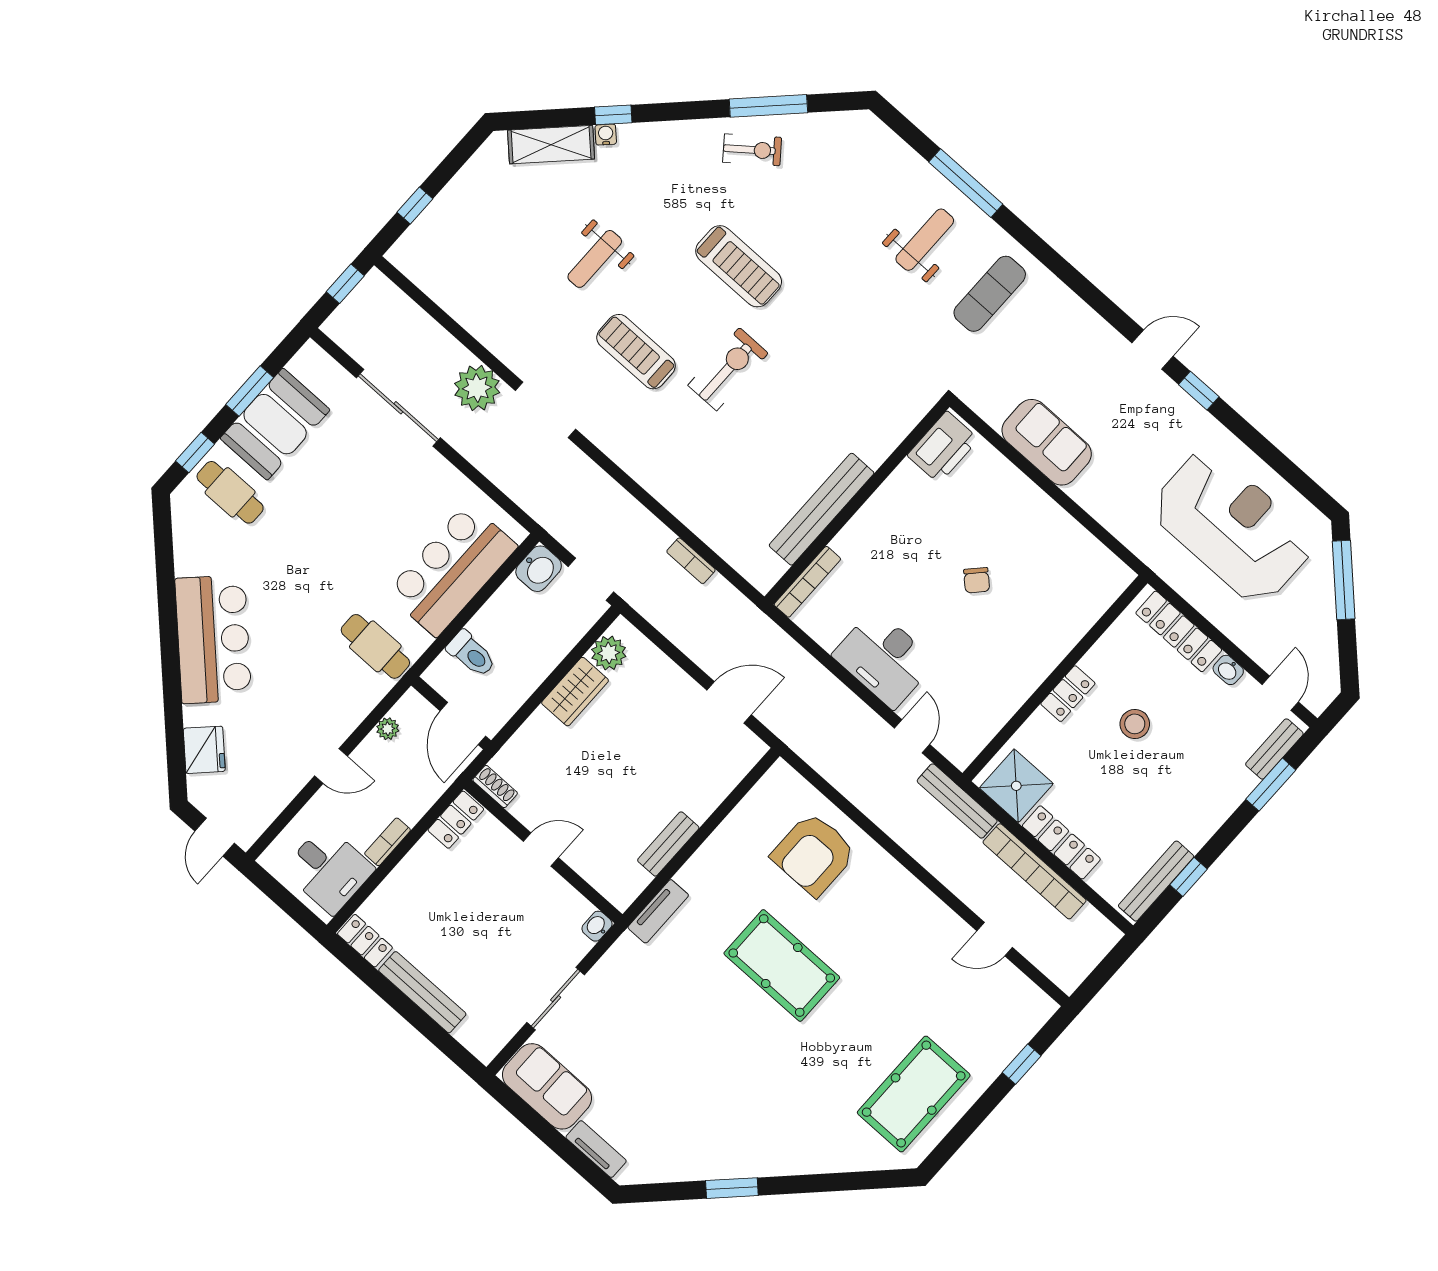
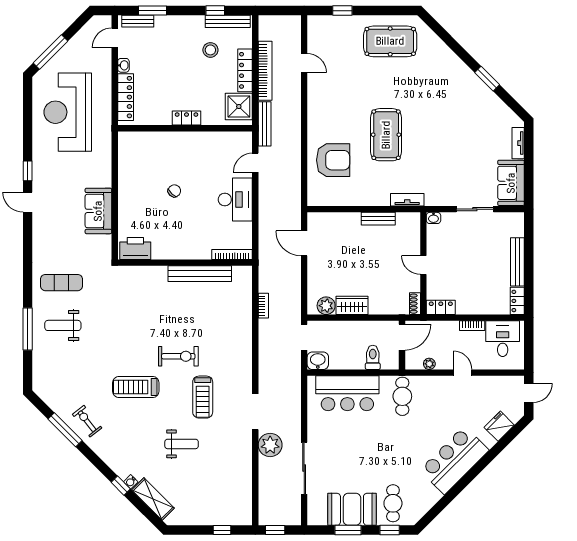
treadmill: (739, 266) -> (136, 387), turned -90
exercise bike: (728, 369) -> (178, 356), turned 180
stool: (1135, 724) -> (210, 50), moved

